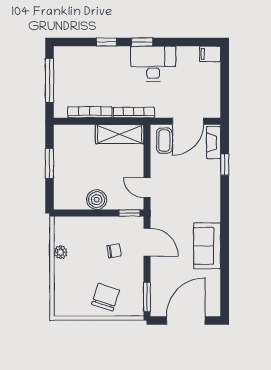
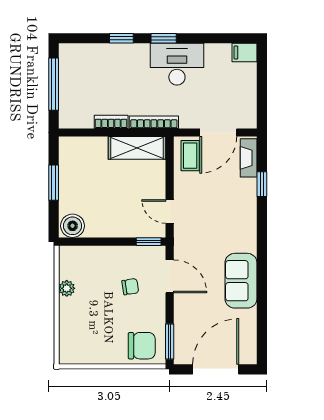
bookcase: (90, 112) -> (111, 122), width x0.64
boiler: (97, 200) -> (73, 226), moved
chair: (106, 297) -> (142, 346), moved, turned 72

